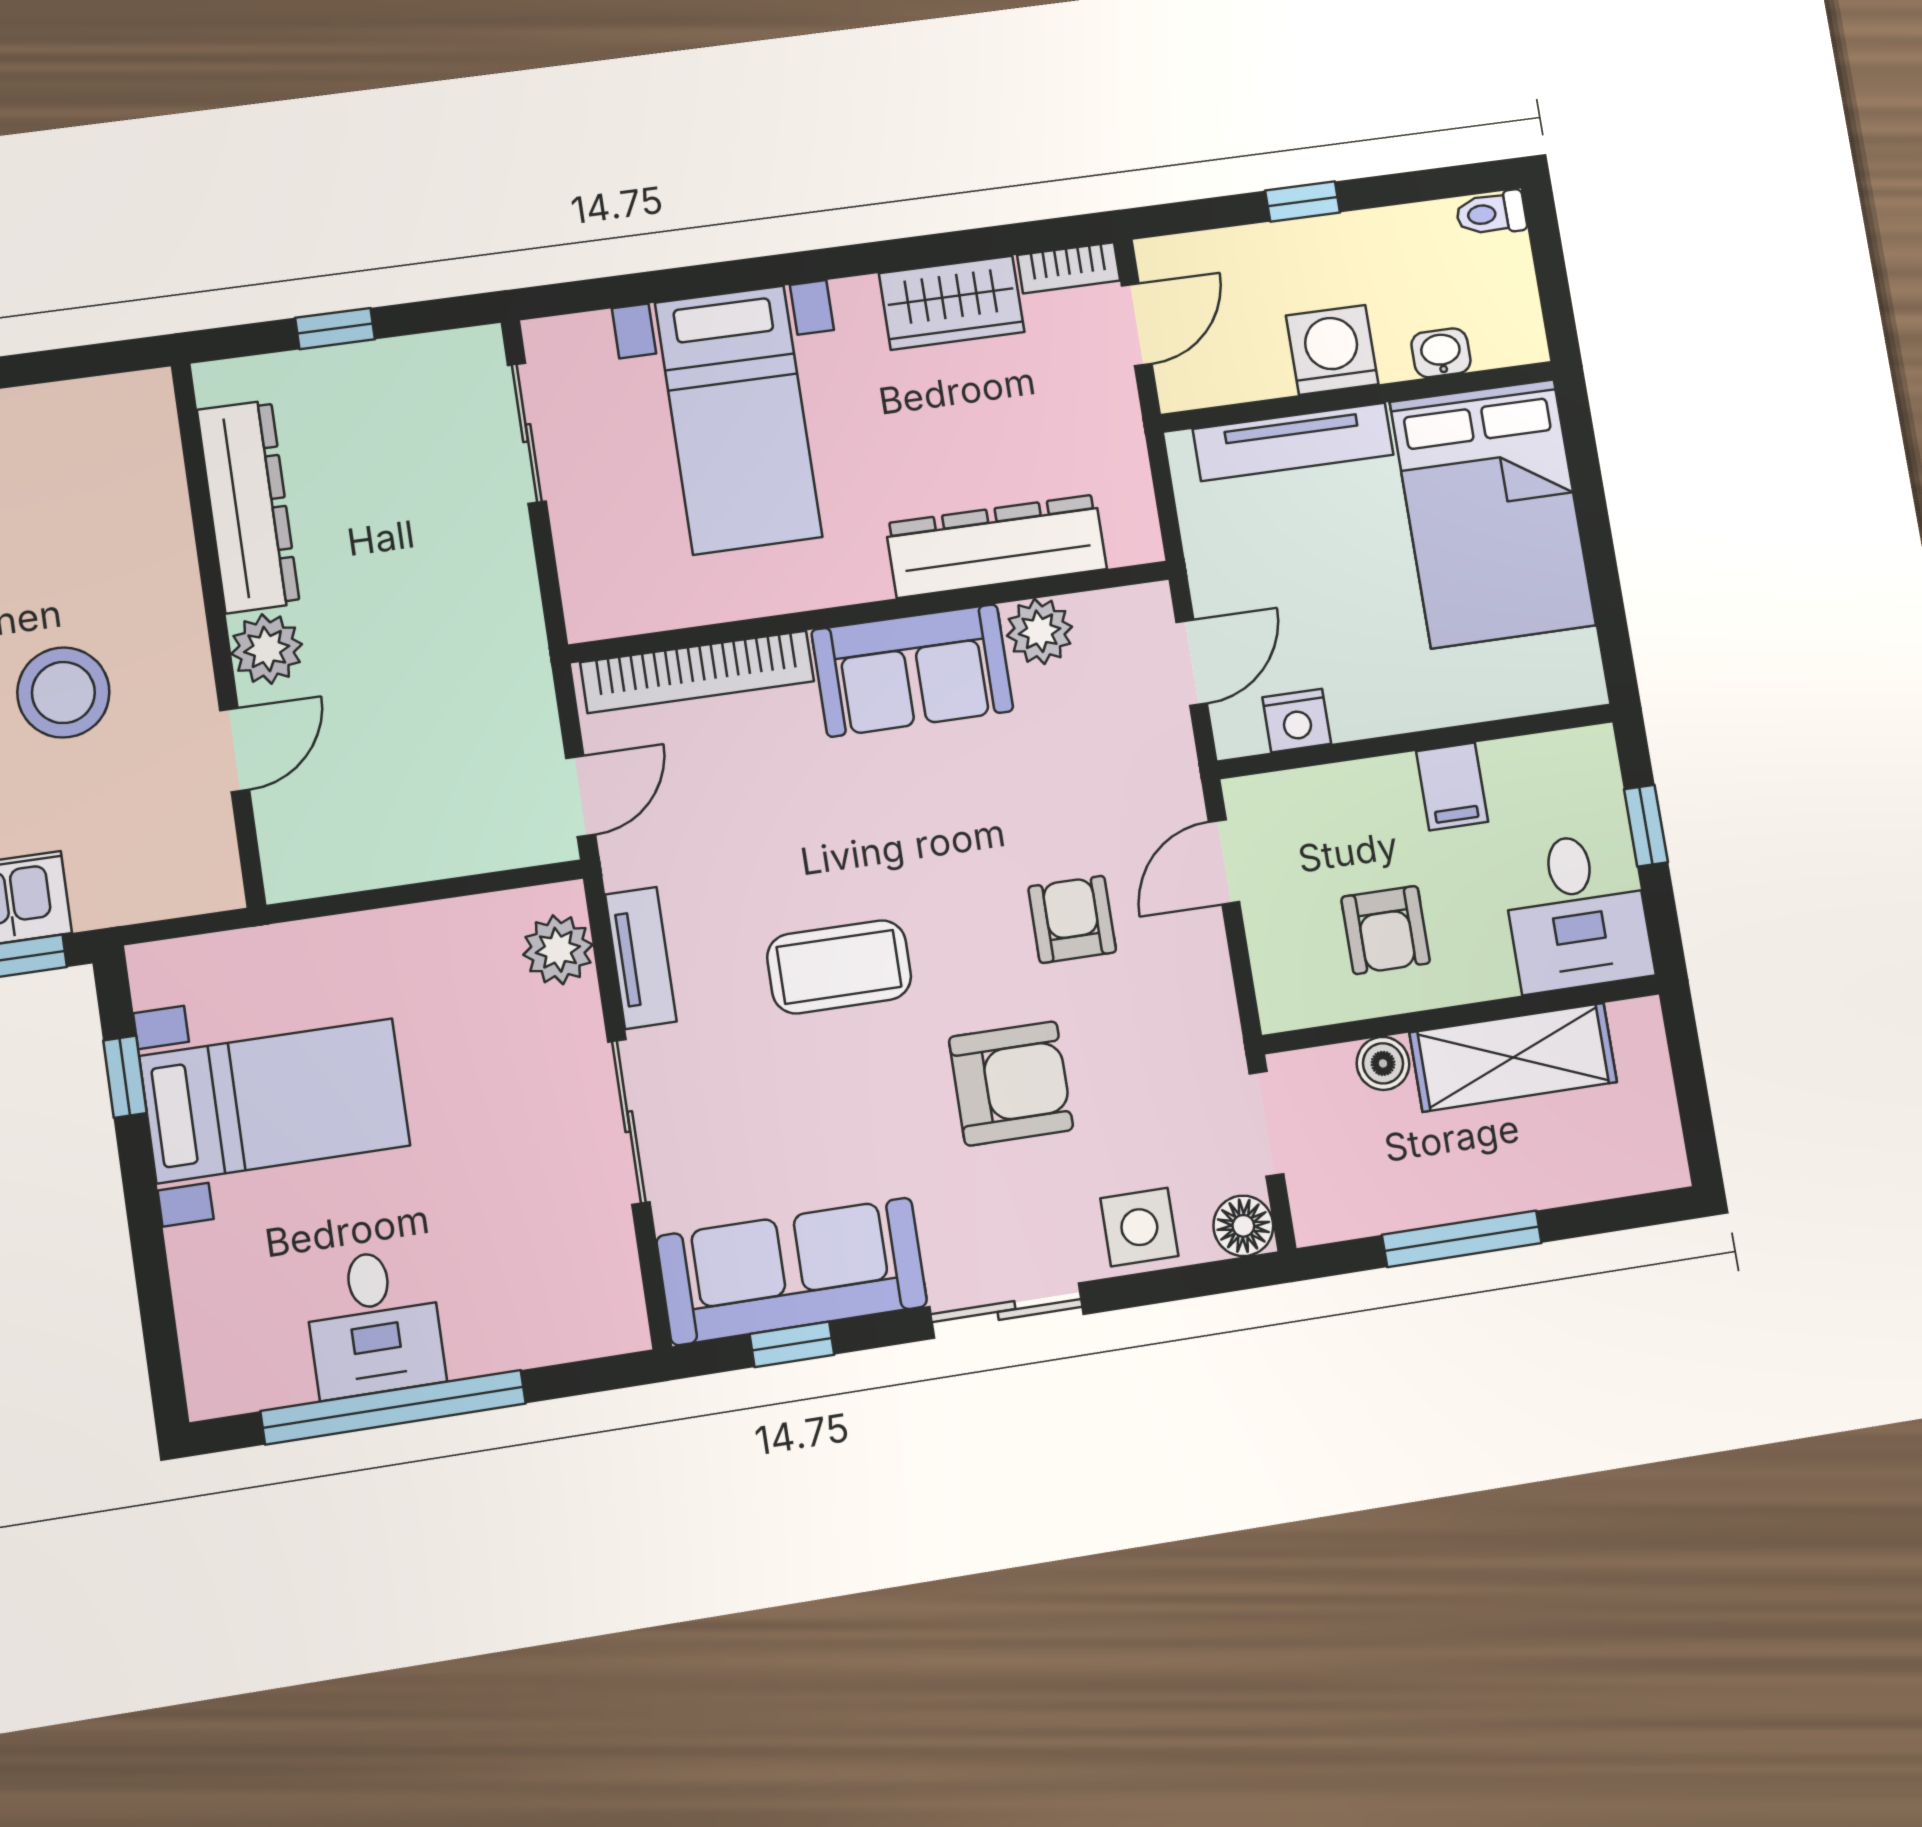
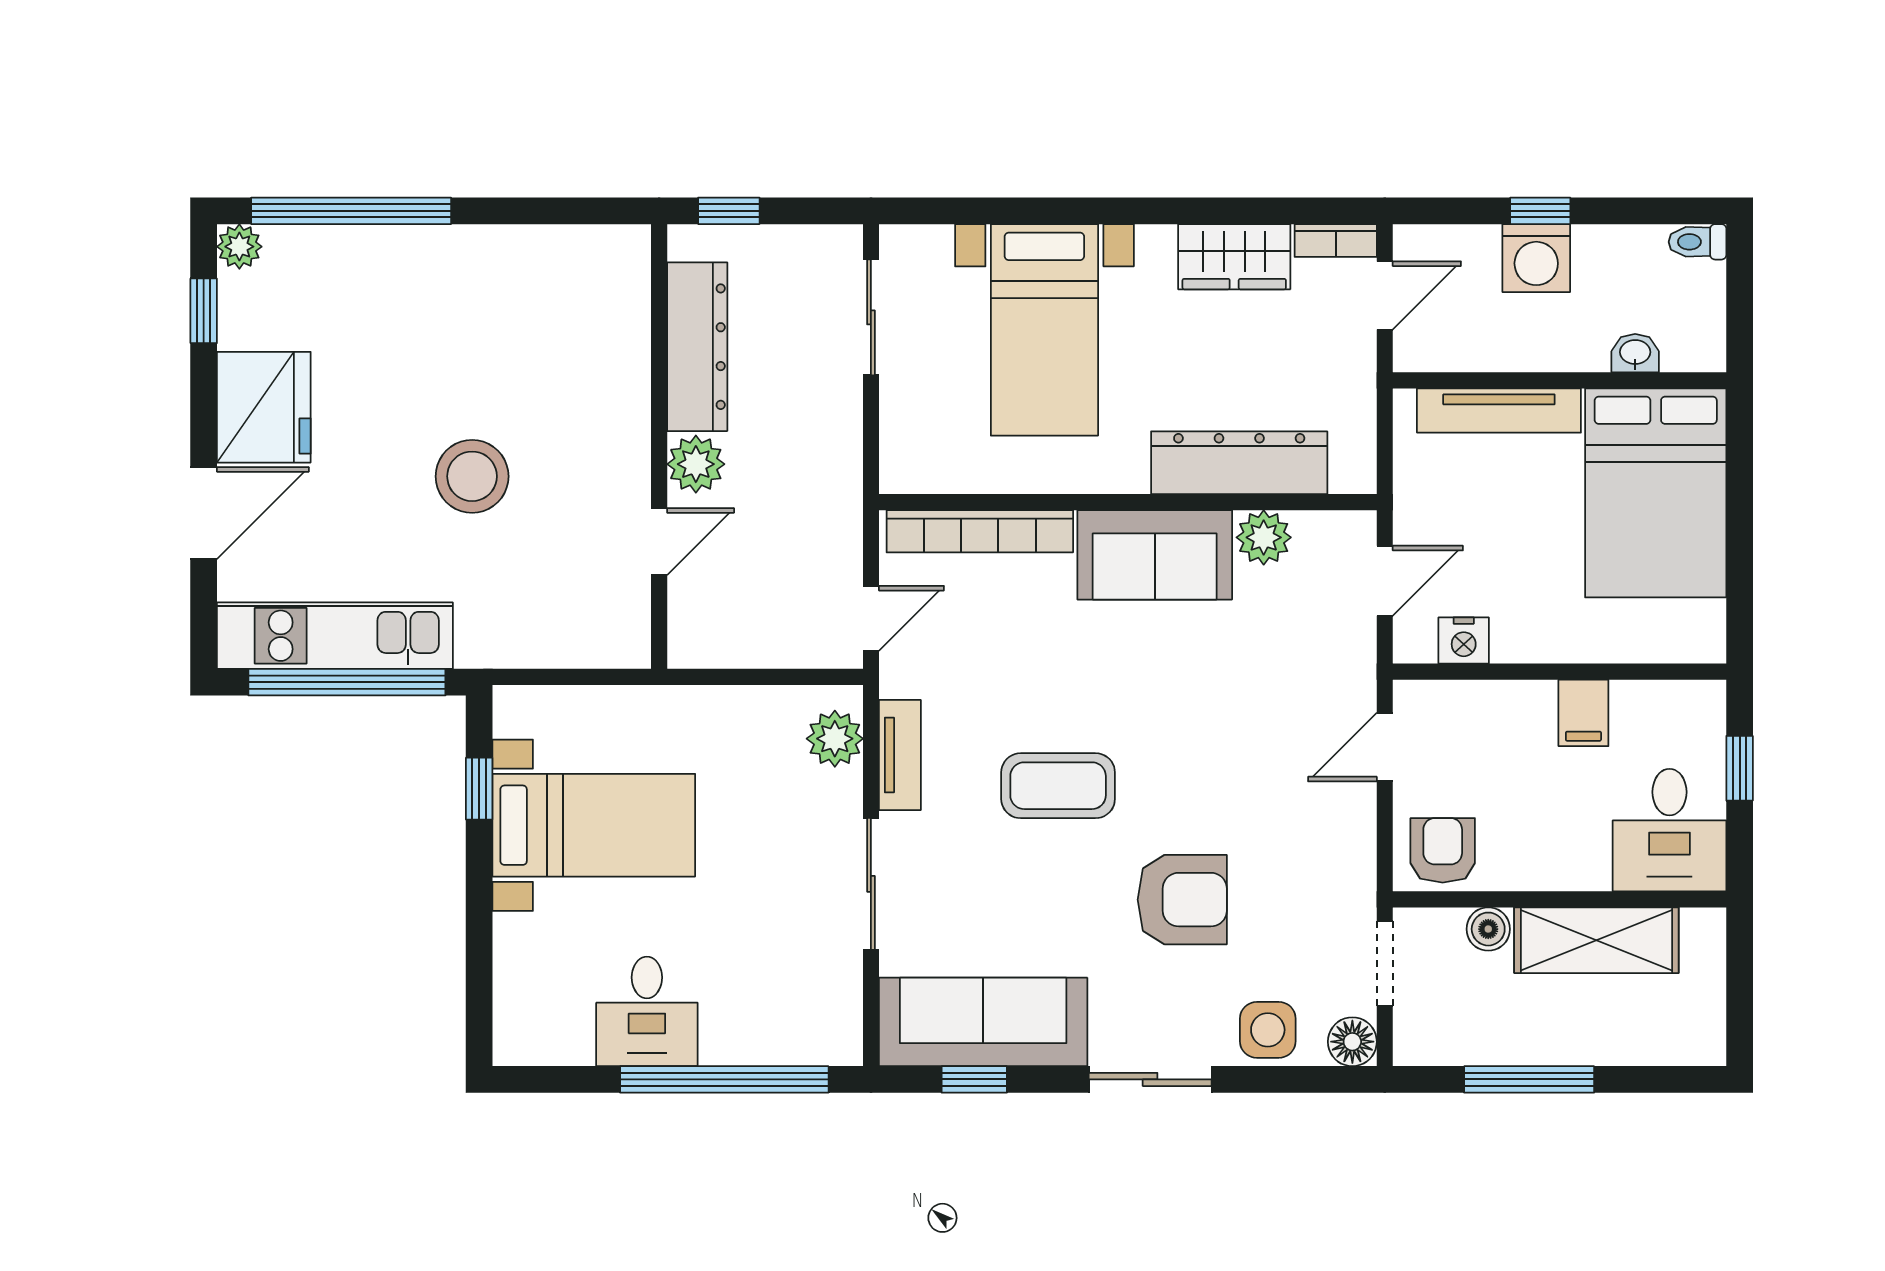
washing machine: (1332, 350) -> (1536, 258), moved, turned 180
dresser: (248, 506) -> (697, 347), moved
wall: (218, 634) -> (659, 447), moved
plant: (267, 649) -> (696, 464), moved
door: (235, 750) -> (659, 542), moved
armchair: (1072, 919) -> (1253, 775), removed
armchair: (1386, 930) -> (1443, 850), moved, turned 180
window: (393, 1407) -> (724, 1079), moved

